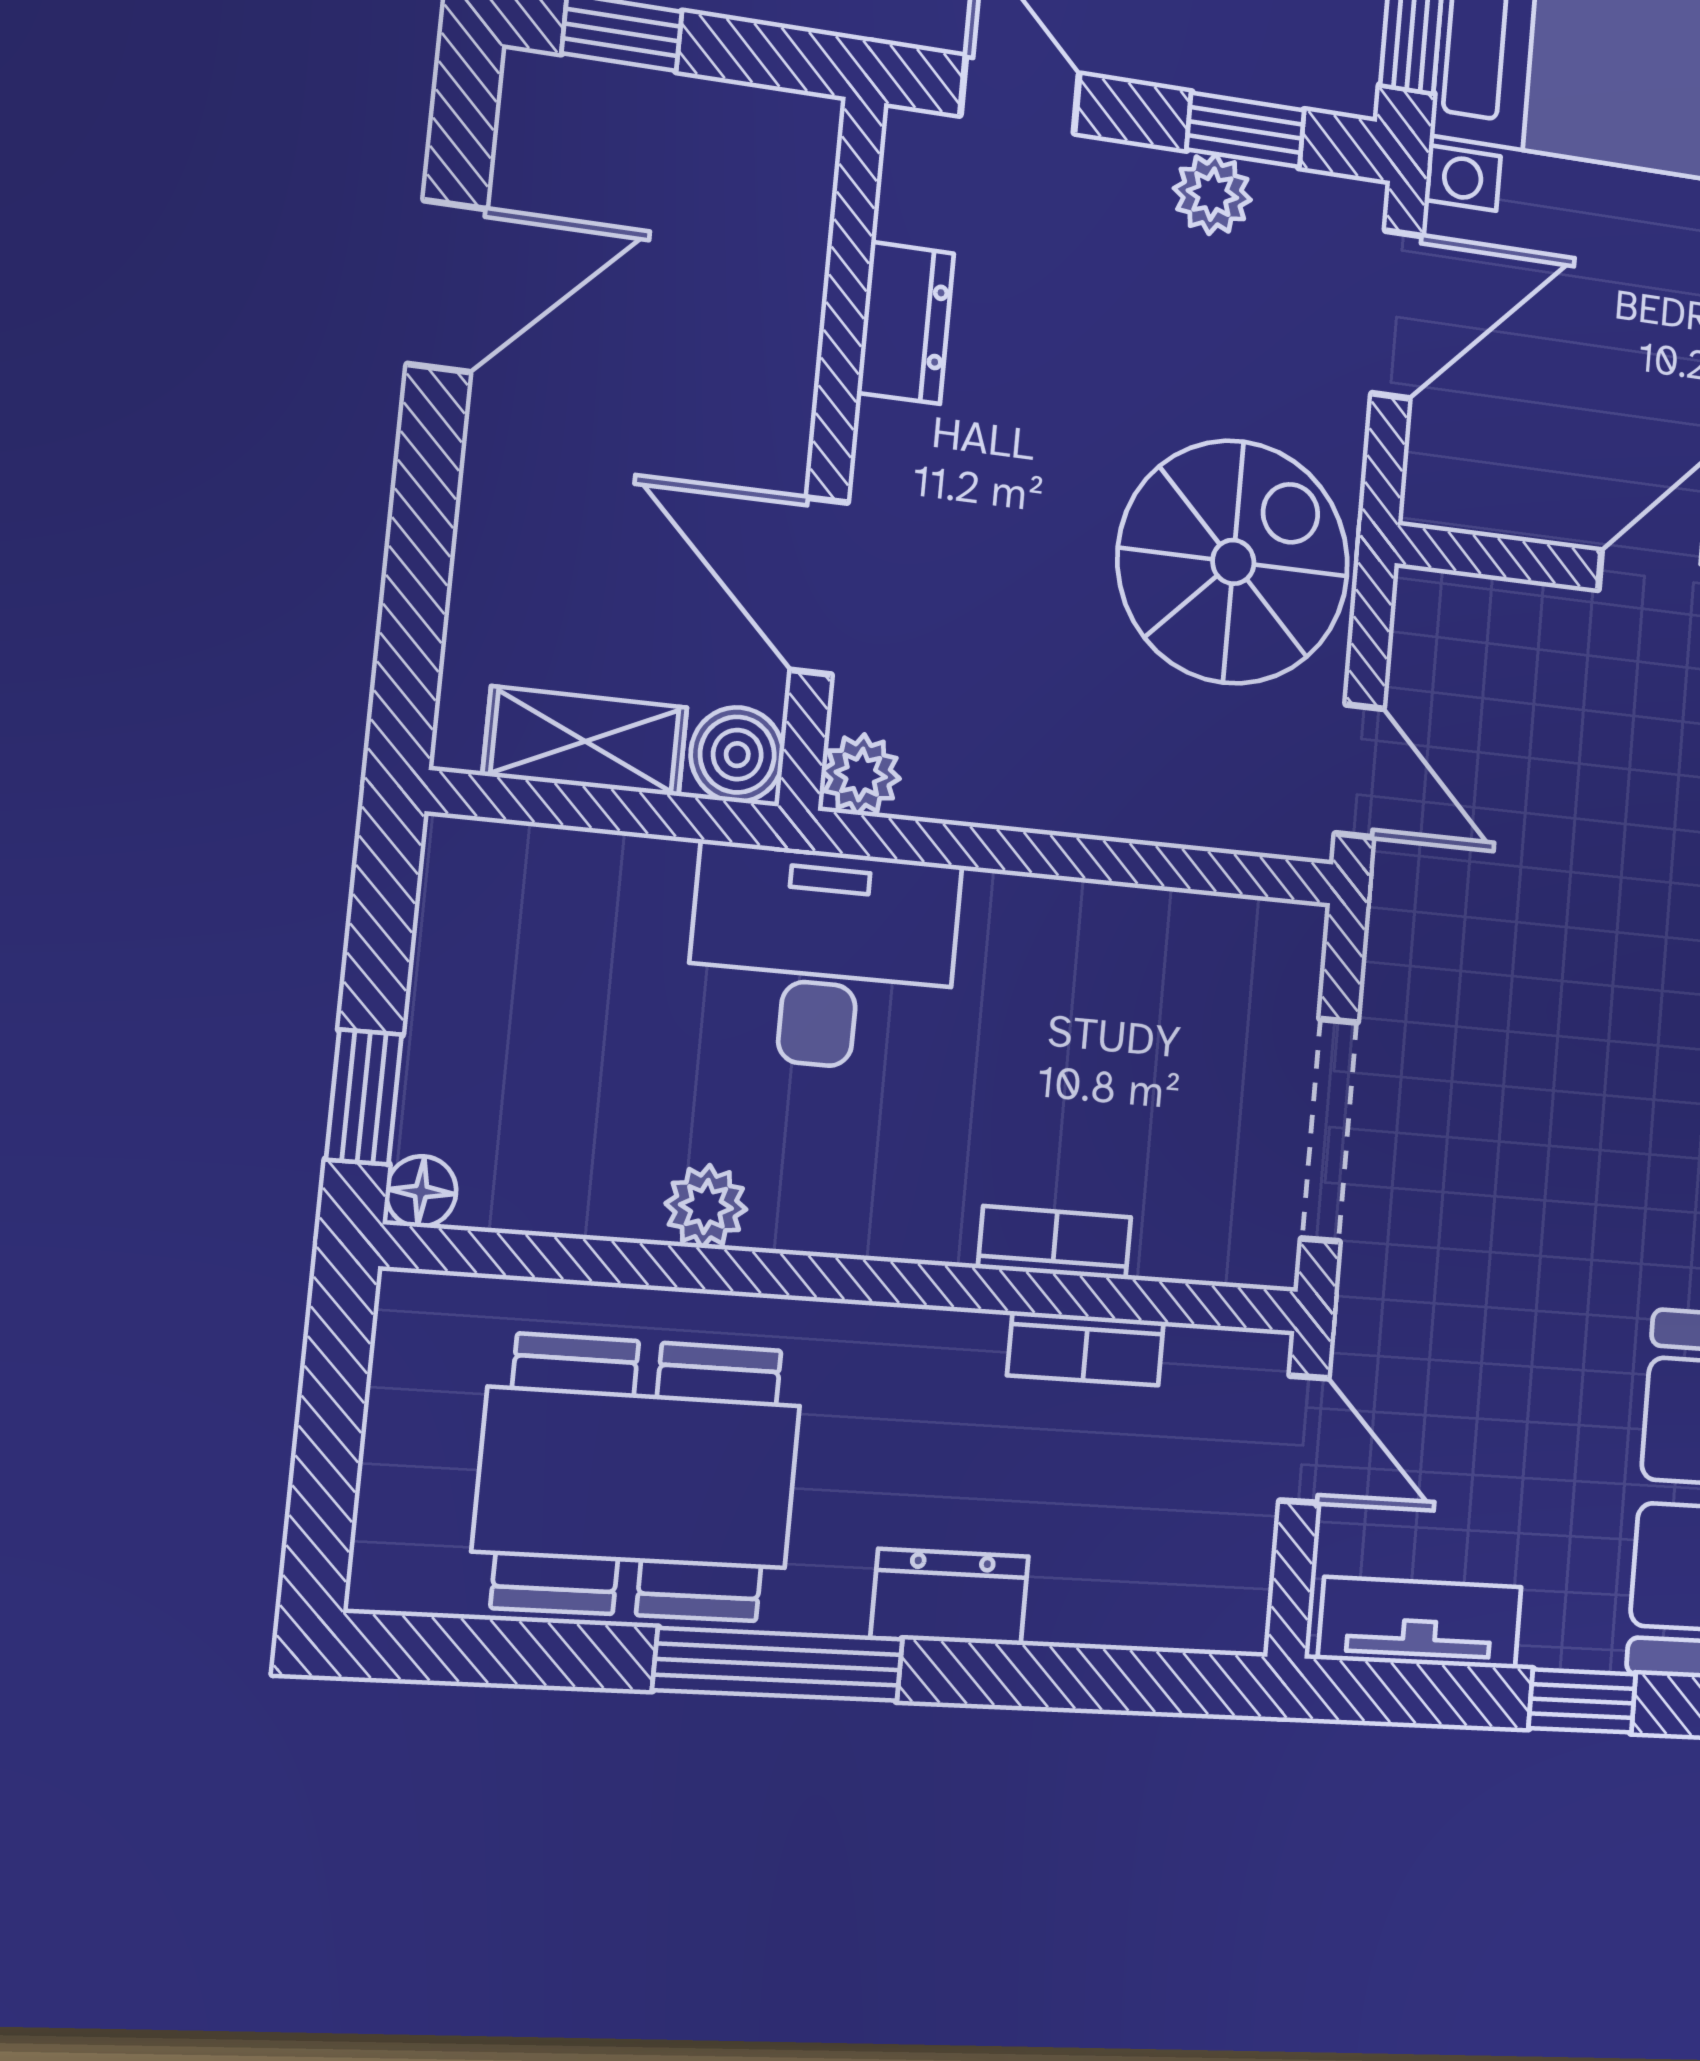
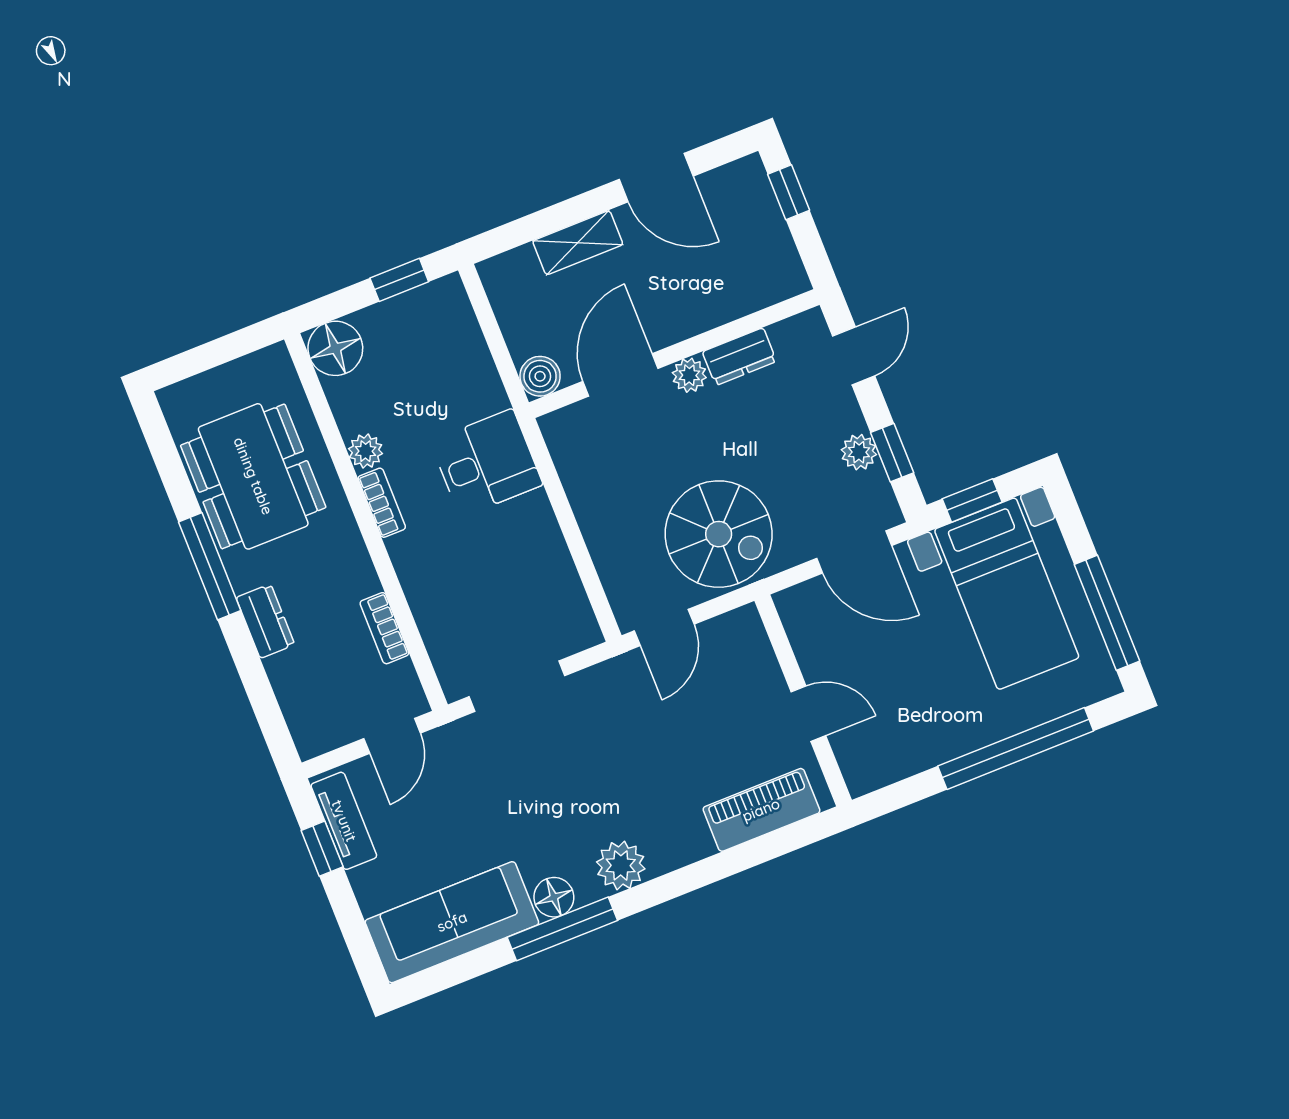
shelving: (585, 741) -> (578, 243), moved, turned 90
plant: (861, 775) -> (689, 375), moved
desk: (823, 958) -> (486, 463), width x0.73
window: (364, 1097) -> (399, 280), moved
floor lamp: (421, 1192) -> (335, 348), width x1.89, depth x1.89
bookcase: (1055, 1243) -> (382, 503), moved
window: (1582, 1701) -> (322, 849), moved

